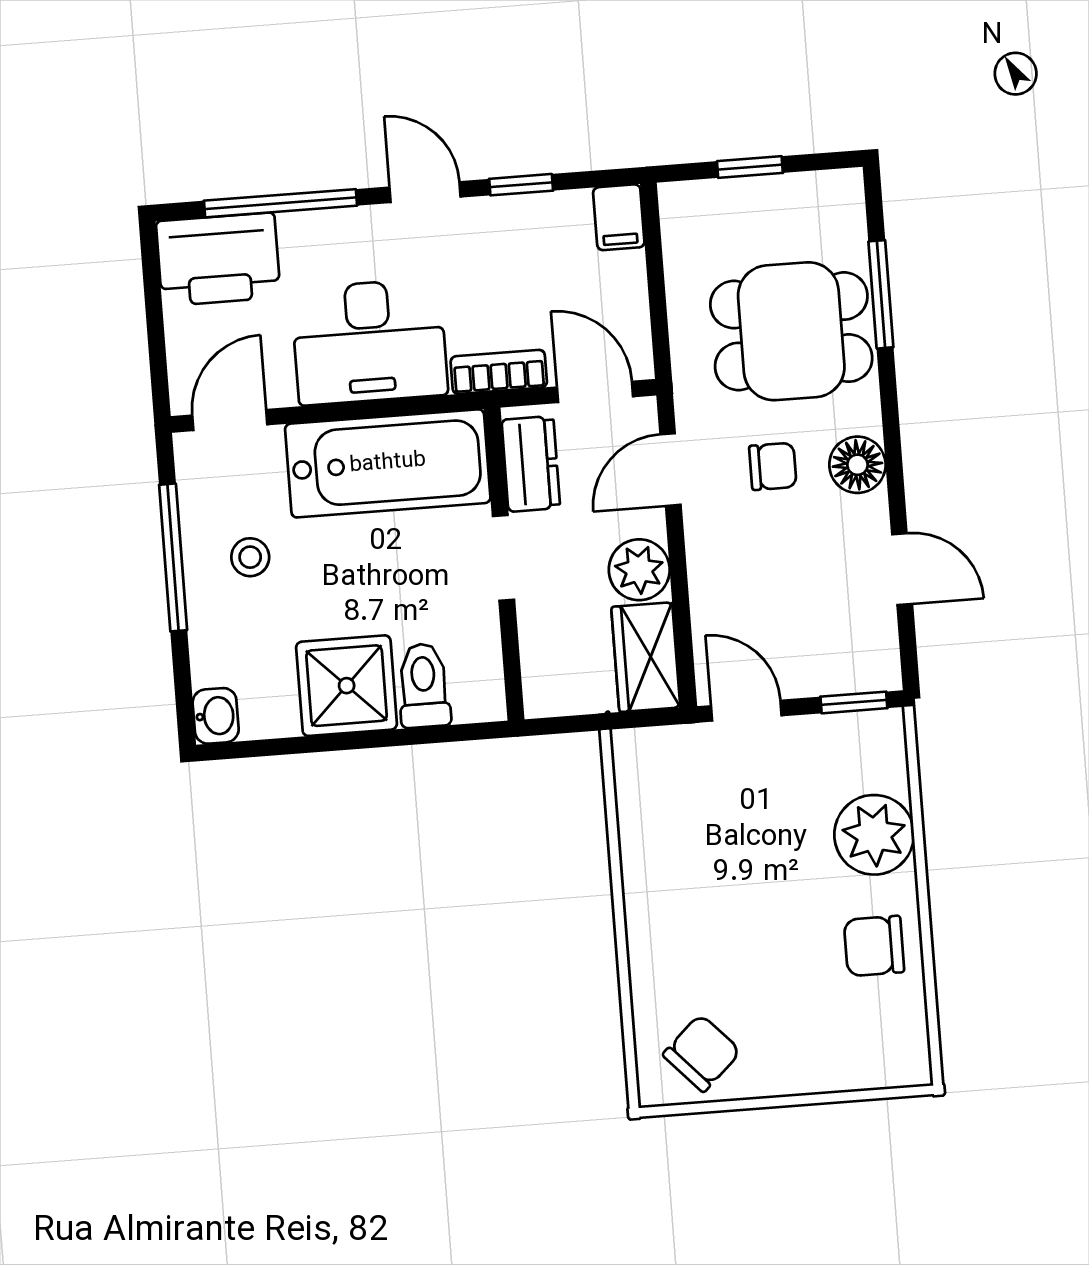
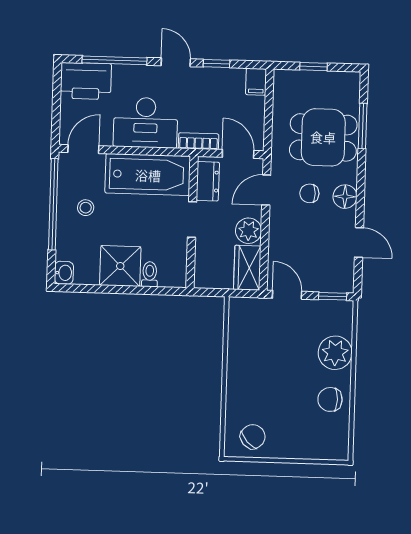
chair: (773, 466) -> (309, 193), turned 180
window: (173, 557) -> (53, 204), width x1.46
toilet: (424, 686) -> (150, 274), width x0.73, depth x0.72

